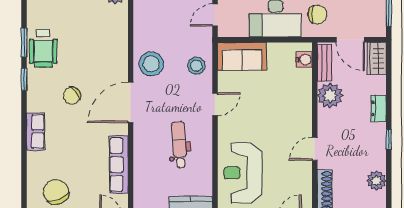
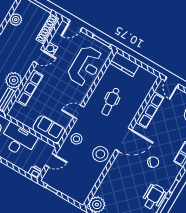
water cooler: (304, 60) -> (51, 49), moved
row of seats: (303, 97) -> (29, 88), added

